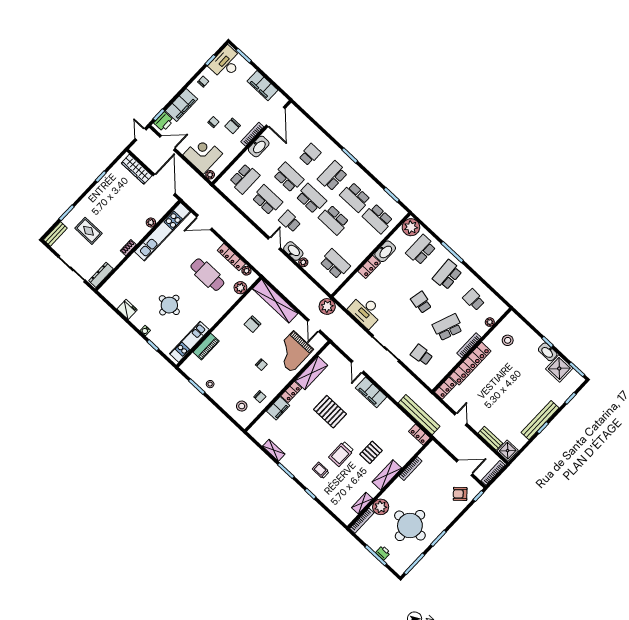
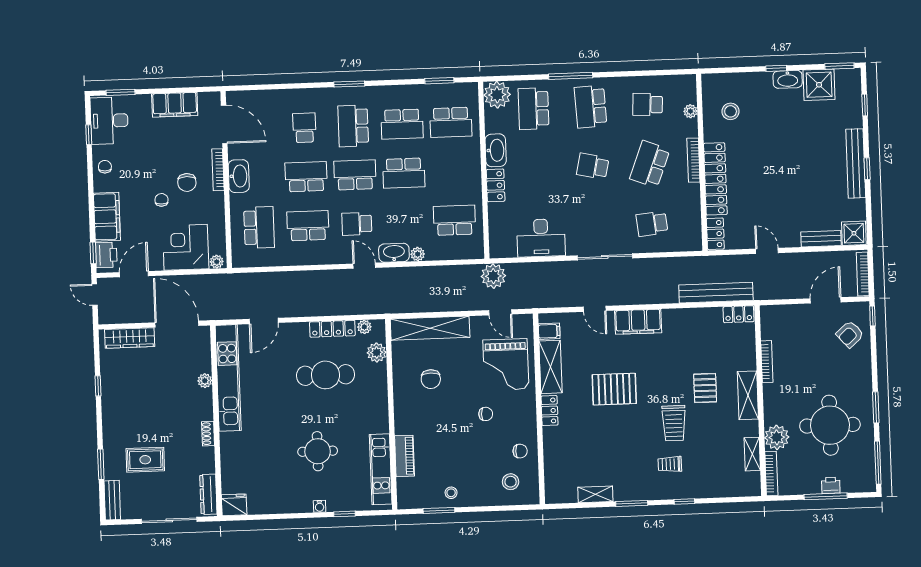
fridge: (127, 309) -> (234, 505), moved
filing cabinet: (278, 408) -> (549, 331), moved, width x0.50

